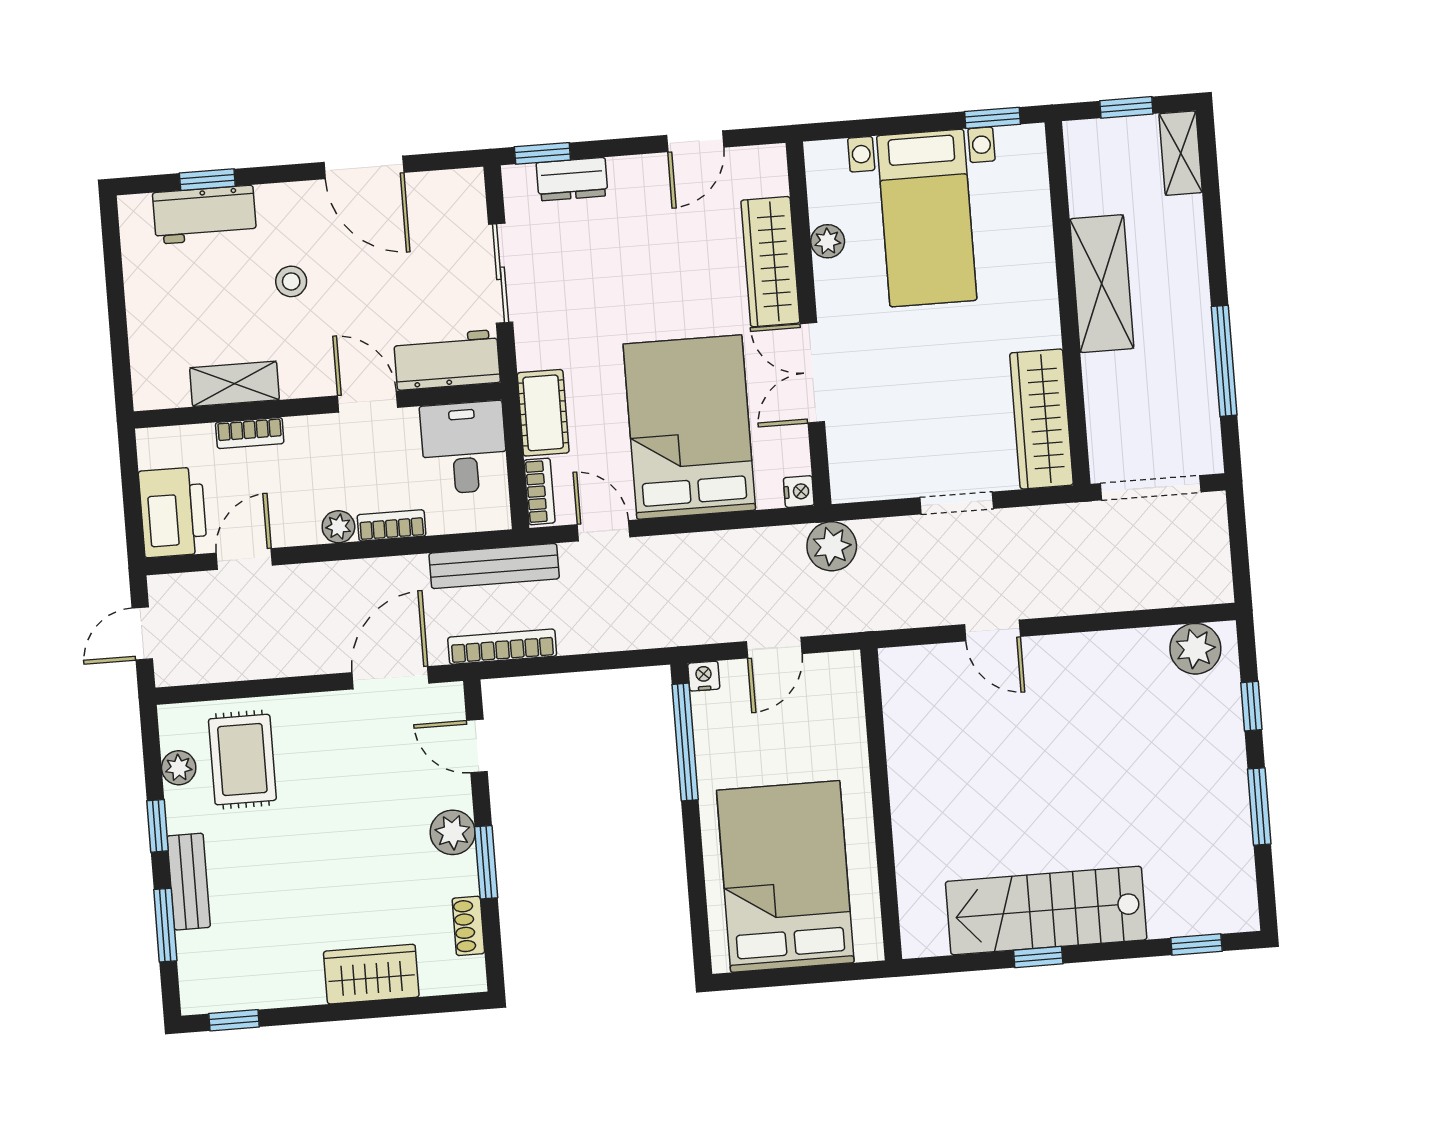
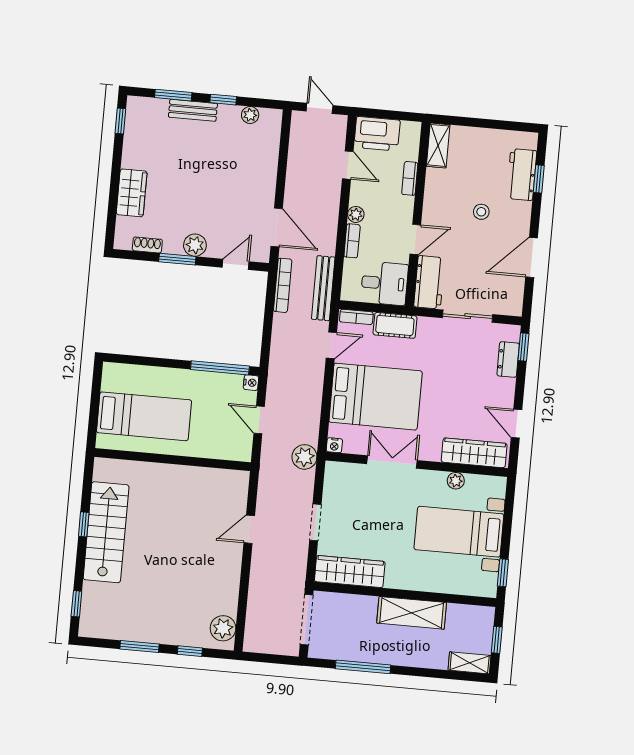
wardrobe: (770, 262) -> (474, 453), moved
shelving: (234, 384) -> (438, 145), moved
rug: (242, 760) -> (249, 147), removed
bed: (785, 876) -> (144, 416), width x0.67

